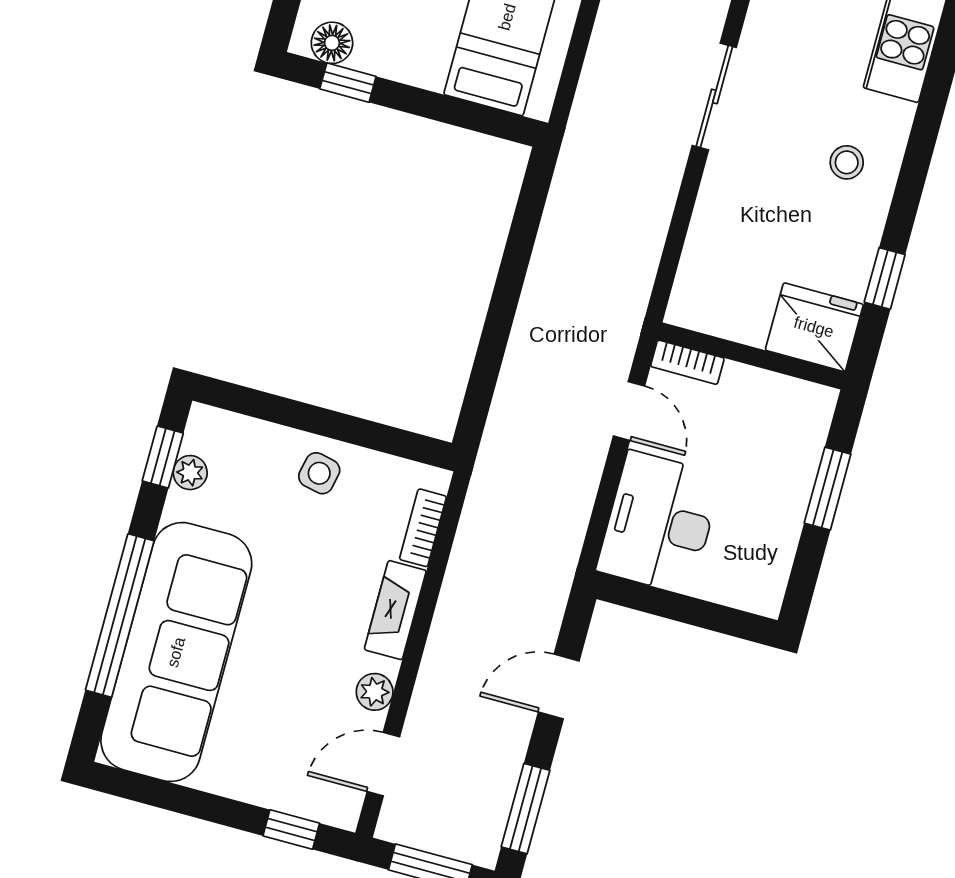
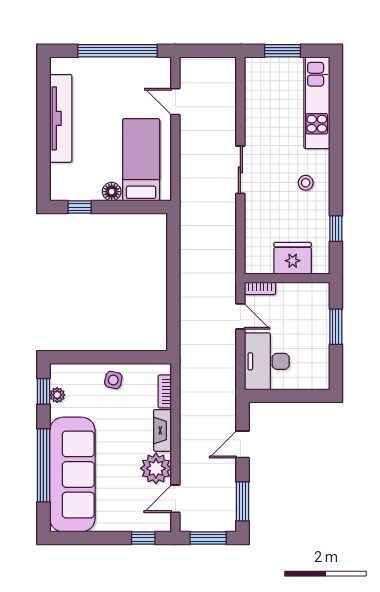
floor lamp: (332, 43) -> (112, 192), moved
fridge: (814, 327) -> (293, 258), moved
plant: (375, 692) -> (156, 468), width x1.88, depth x1.88

